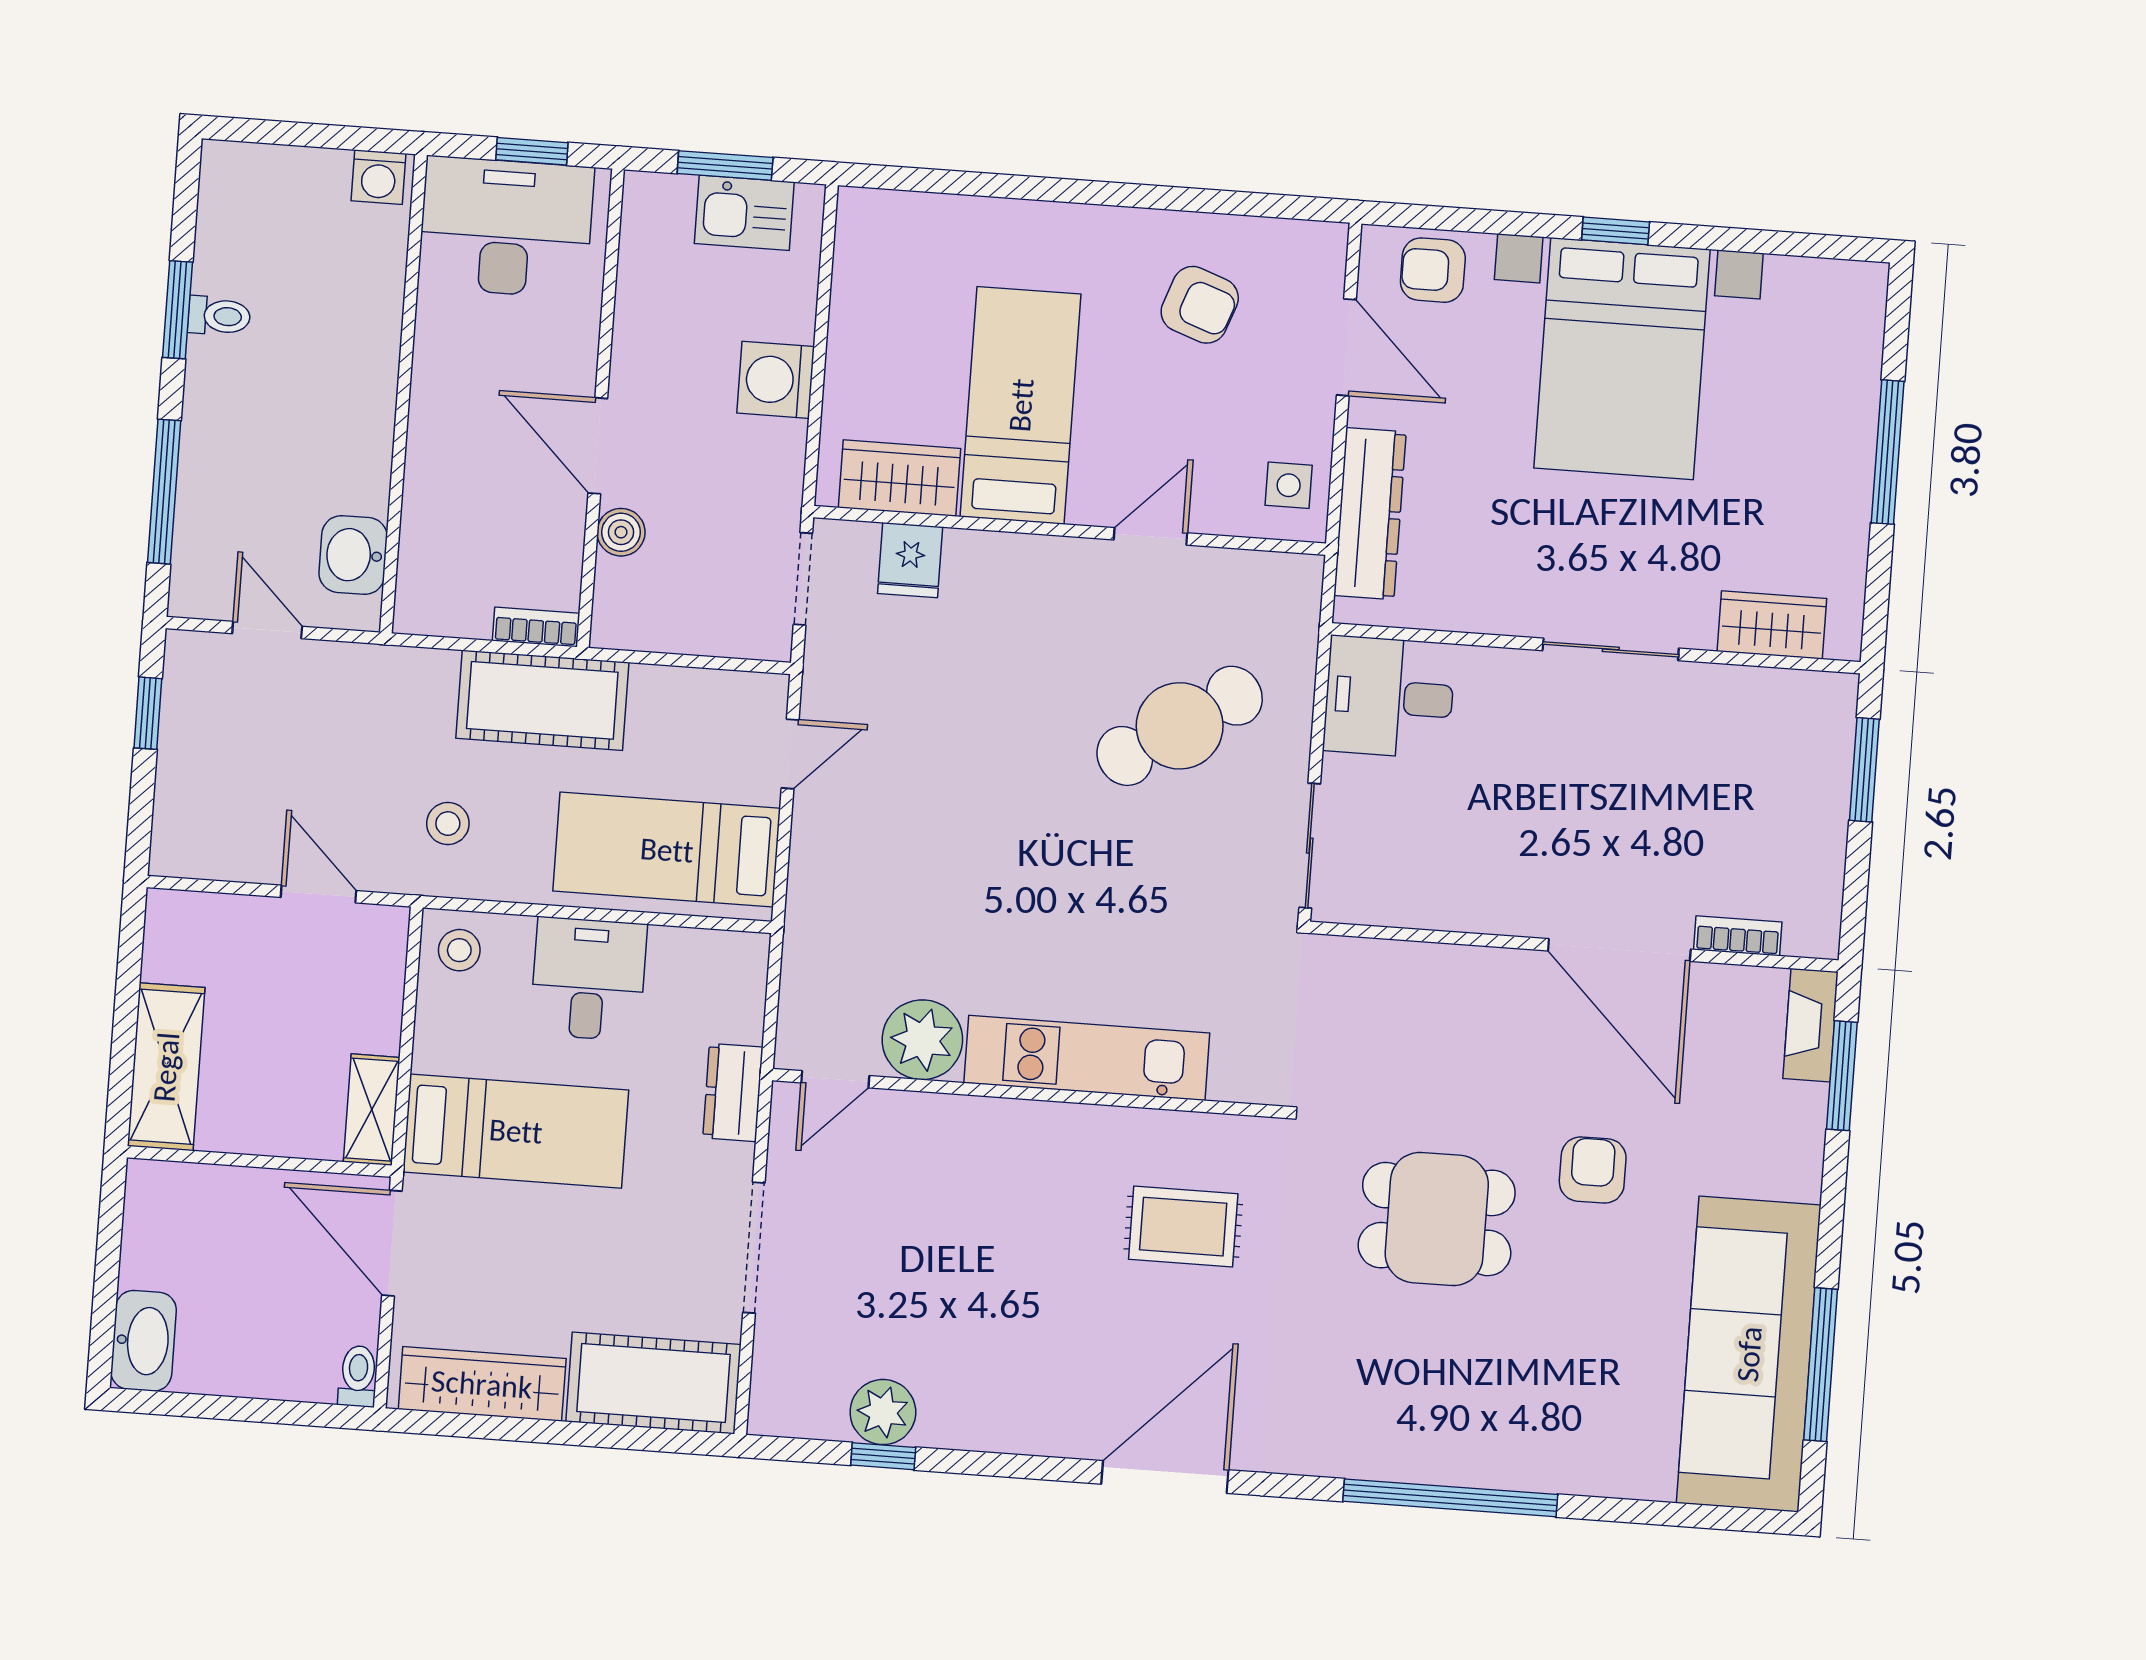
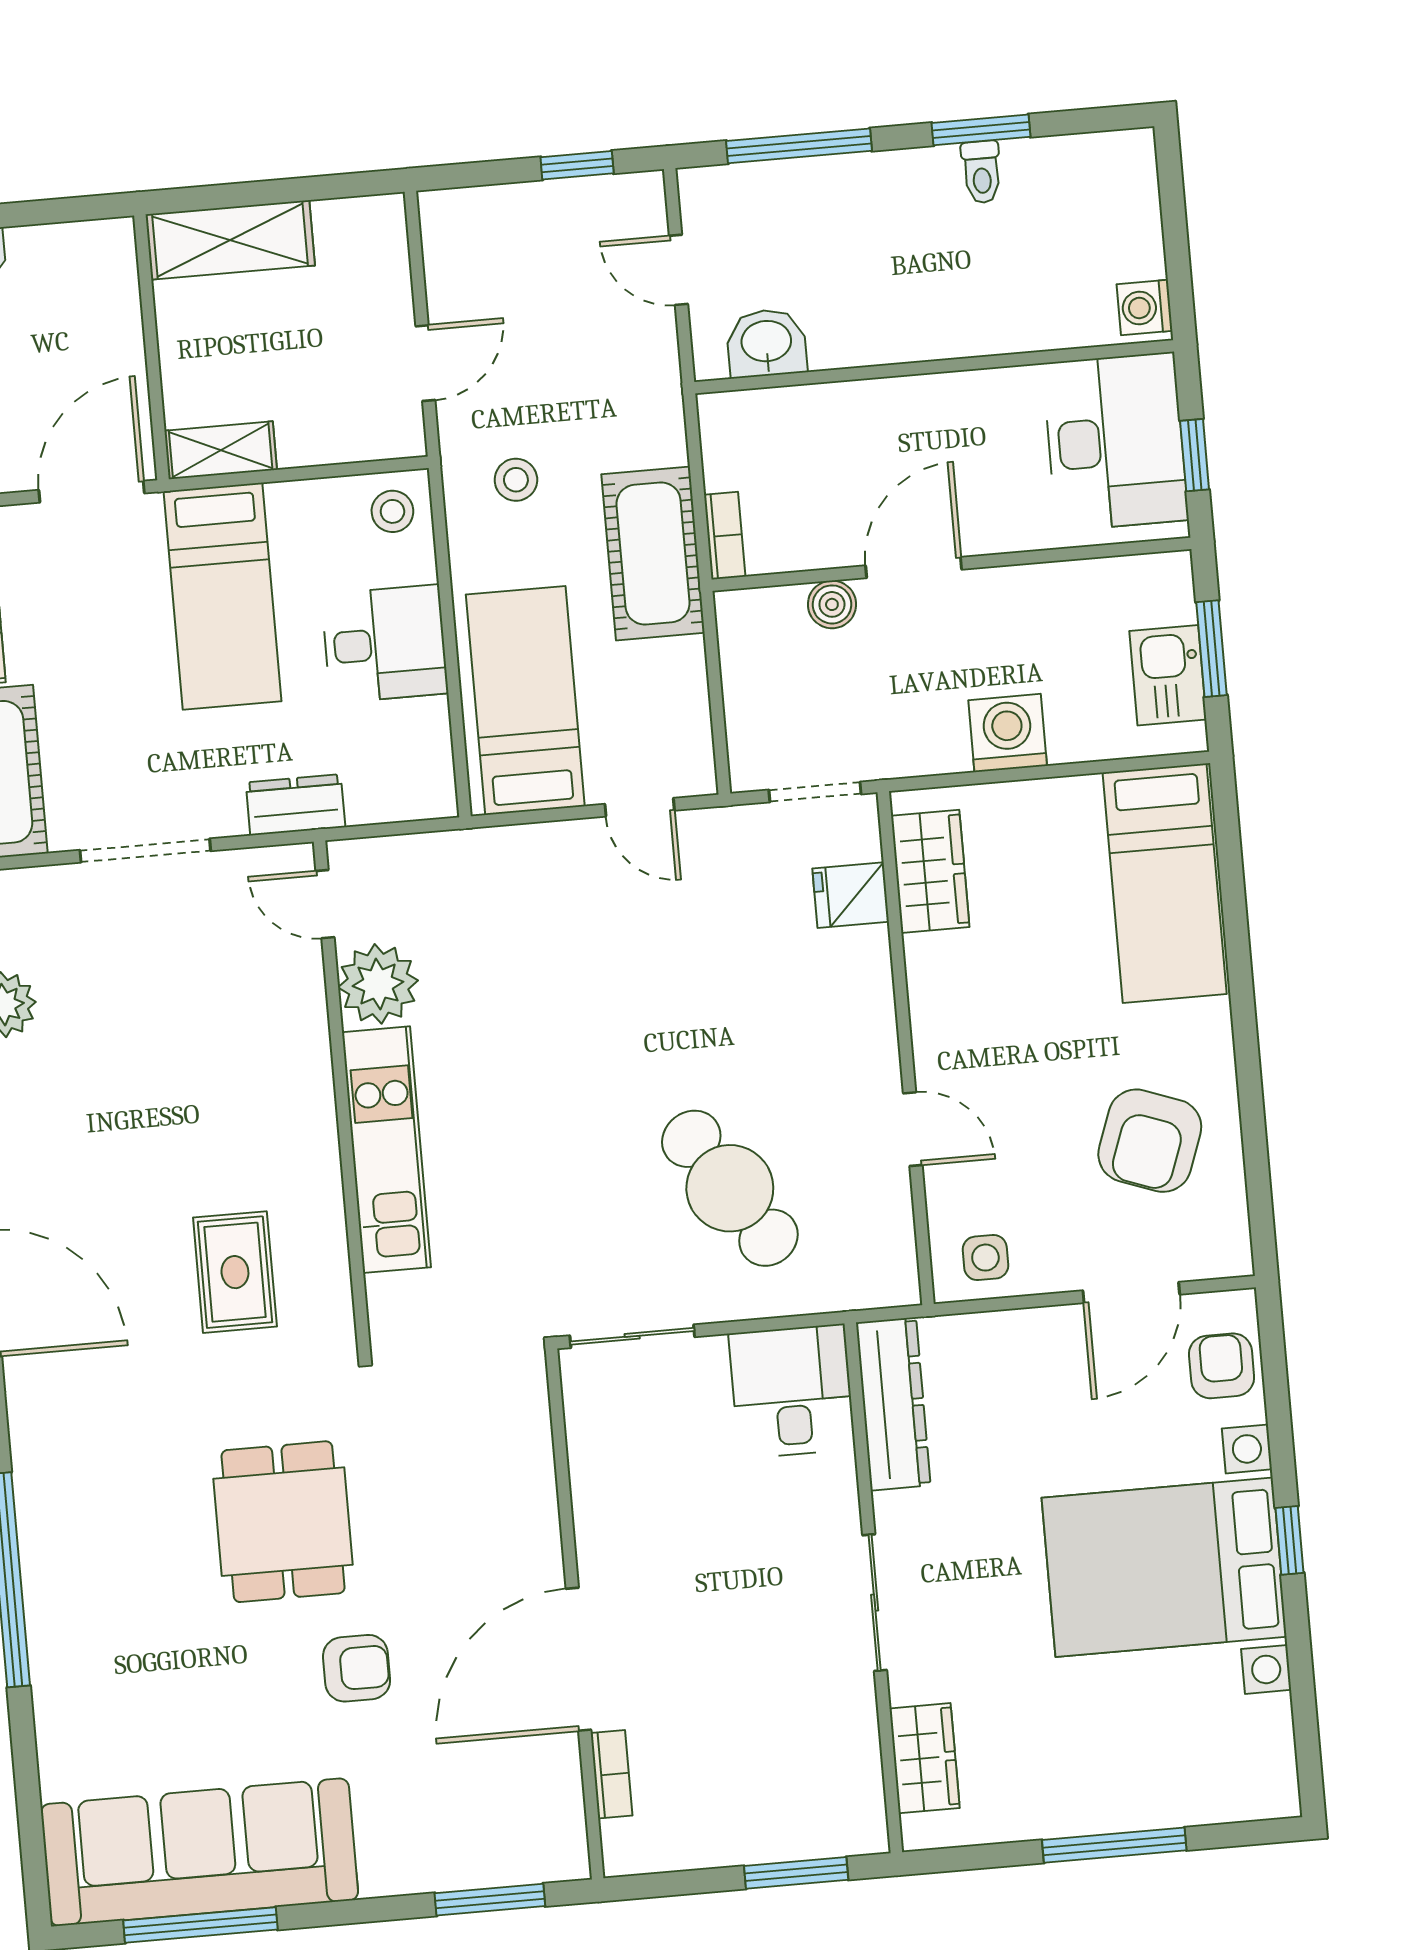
armchair: (1200, 305) -> (1150, 1141), width x1.38, depth x1.38
bed: (1021, 405) -> (1165, 883), moved, turned 90
dresser: (1370, 514) -> (893, 1404), moved, turned -90
door: (267, 630) -> (679, 270), swing flipped
fireplace: (1811, 1025) -> (535, 1861), removed

